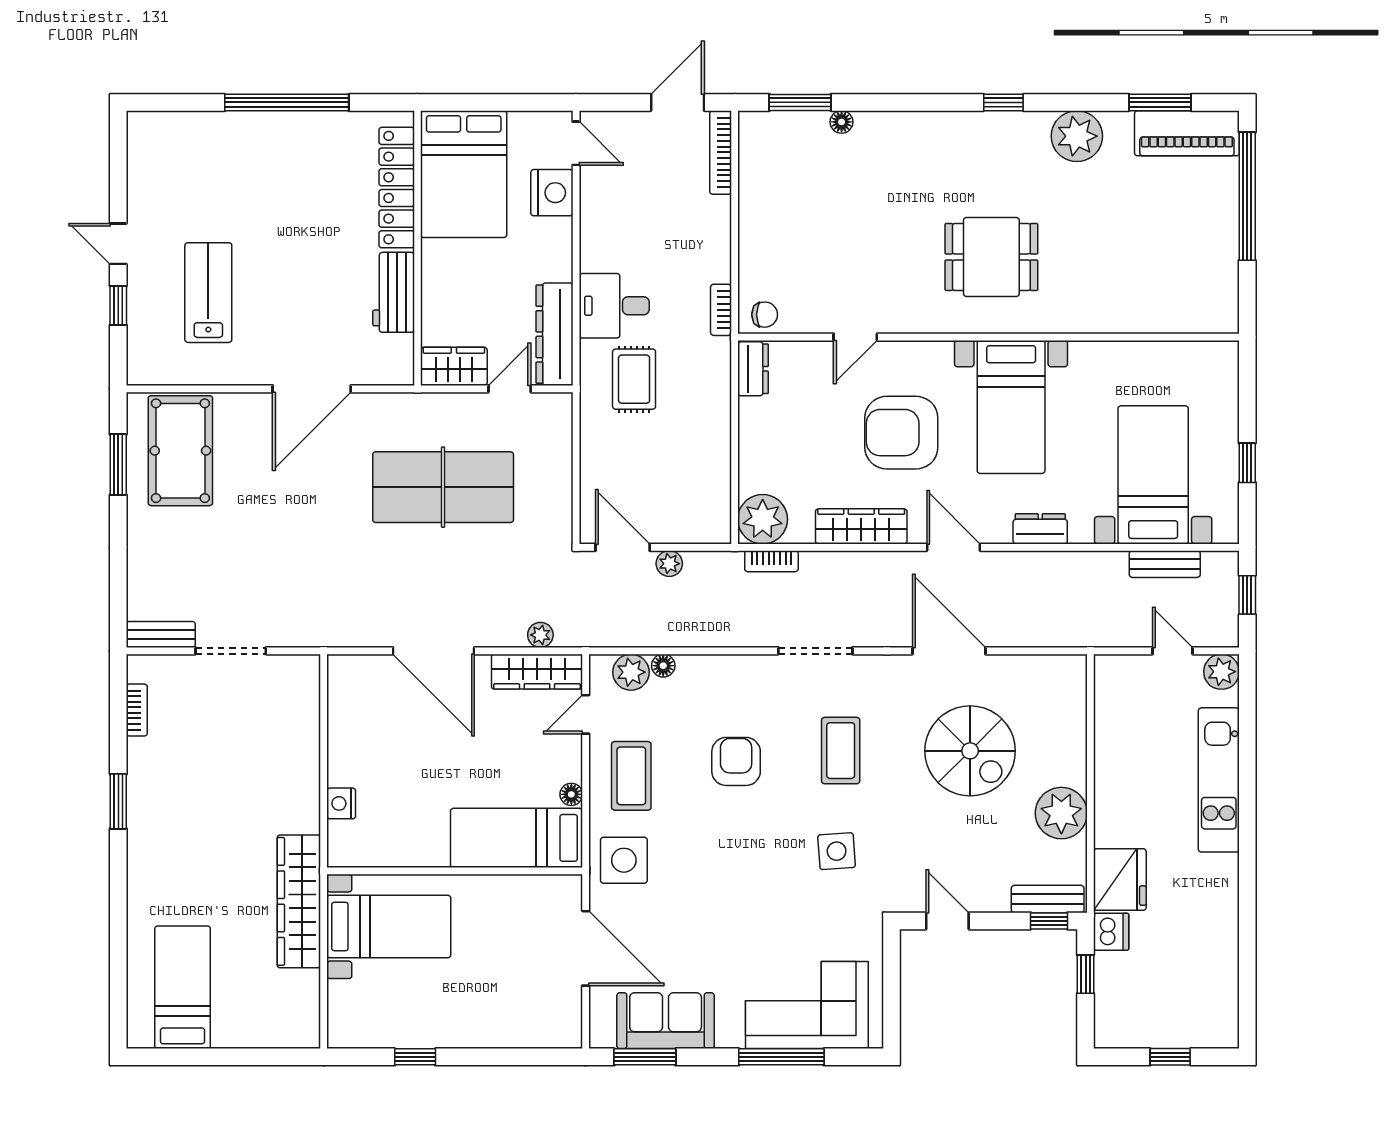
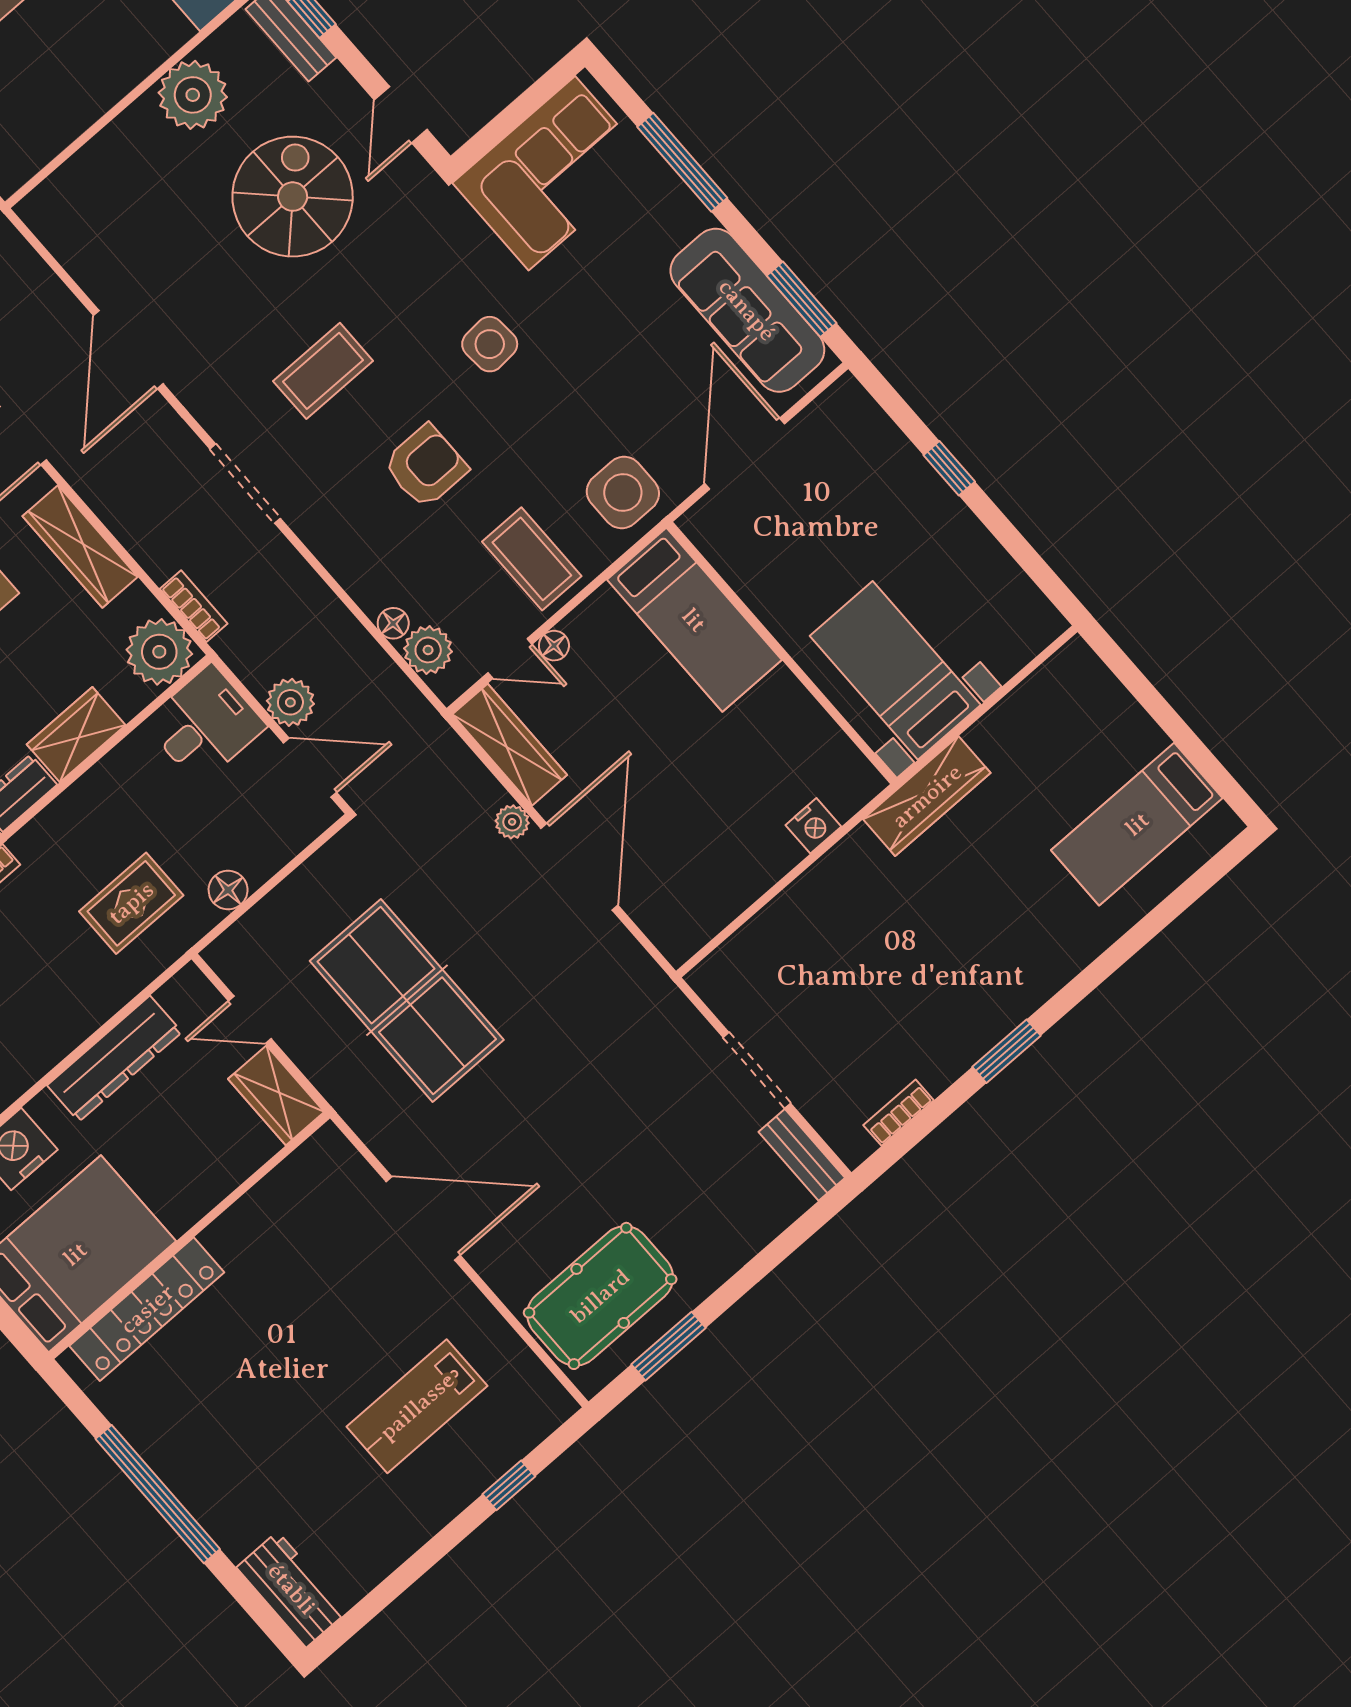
door: (118, 244) -> (447, 1539), removed
workbench: (394, 292) -> (292, 1589), moved, turned -90
desk: (614, 306) -> (205, 724), moved, turned -90
dresser: (554, 334) -> (114, 1059), moved
wardrobe: (757, 431) -> (76, 735), added
floor lamp: (594, 440) -> (228, 890), added
door: (623, 547) -> (310, 768), swing flipped
plant: (669, 564) -> (290, 702), width x1.38, depth x1.38
plant: (540, 635) -> (512, 822), moved
spiral stairs: (970, 751) -> (293, 197), moved
armchair: (736, 761) -> (426, 466), turned 180
coffee table: (631, 776) -> (532, 559), turned 90
floor lamp: (571, 794) -> (554, 646), moved
side table: (837, 851) -> (490, 344), moved
wardrobe: (299, 901) -> (927, 796), width x0.71, depth x0.85
corner sofa: (807, 1005) -> (552, 173), moved, turned -90
sofa: (666, 1021) -> (747, 310), width x1.36
window: (415, 1057) -> (949, 468), moved

